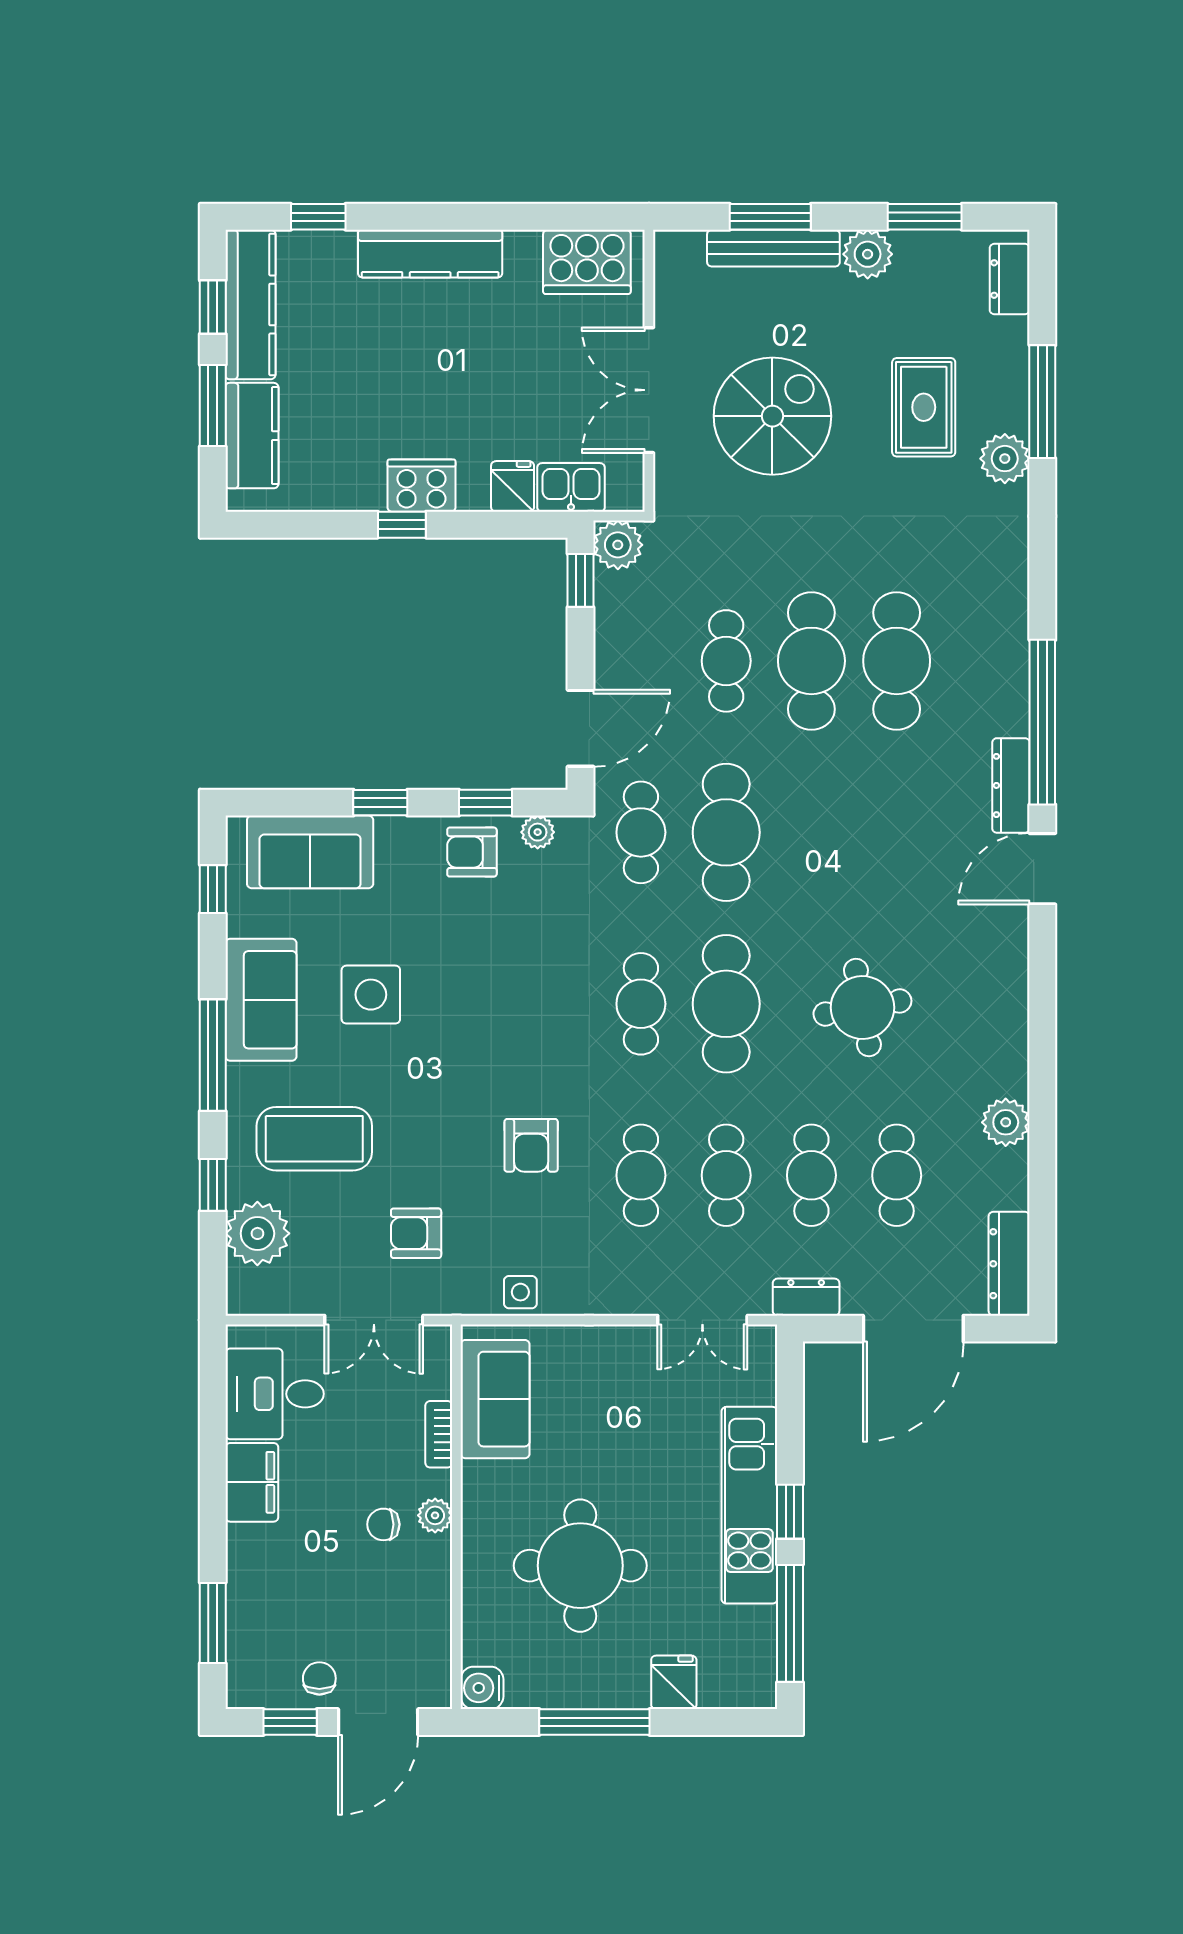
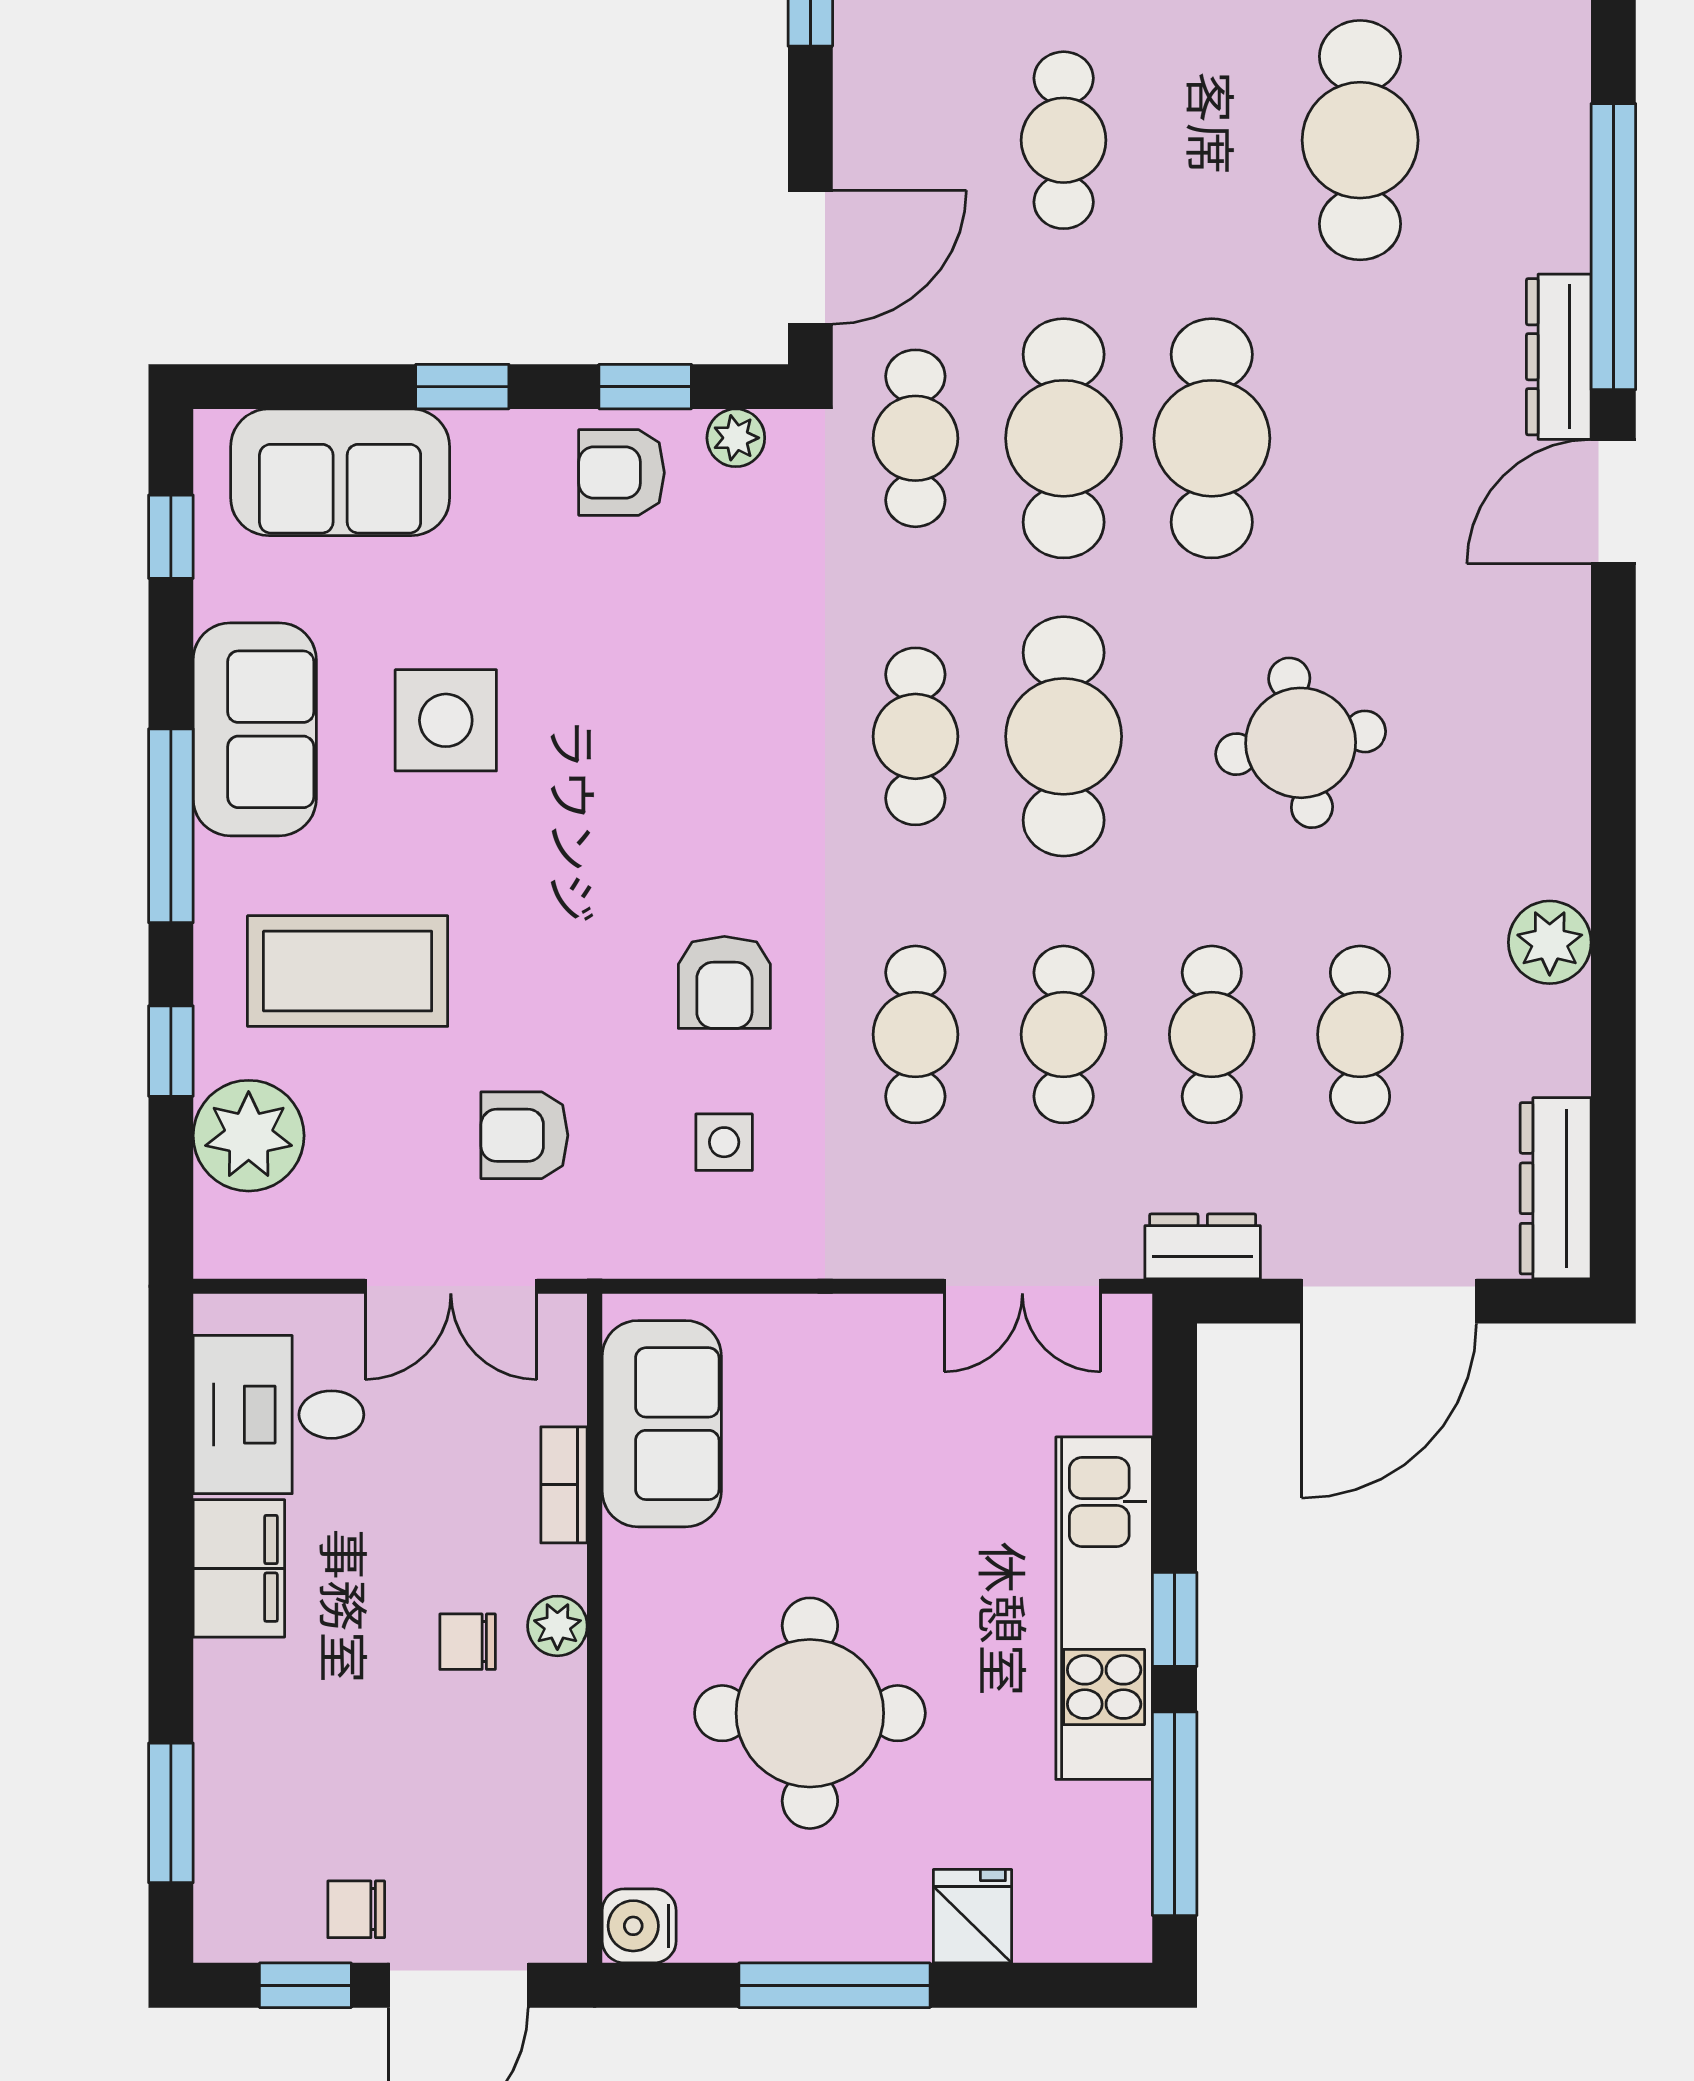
cafe table: (811, 661) -> (1212, 438), moved
side table: (520, 1292) -> (724, 1142), moved
chair: (319, 1678) -> (356, 1909), turned -90

